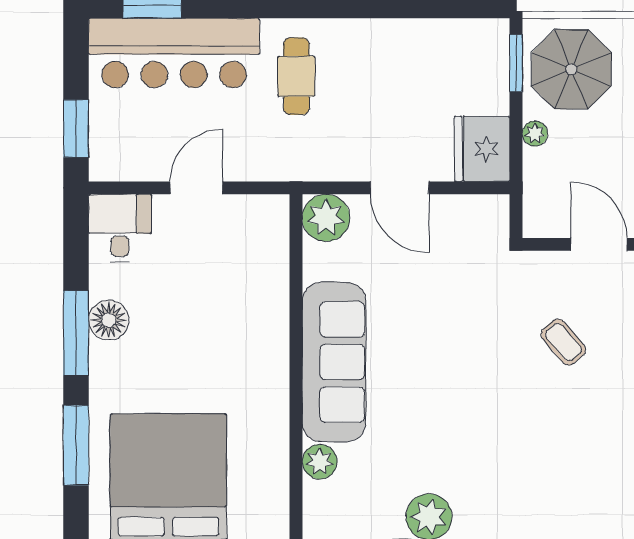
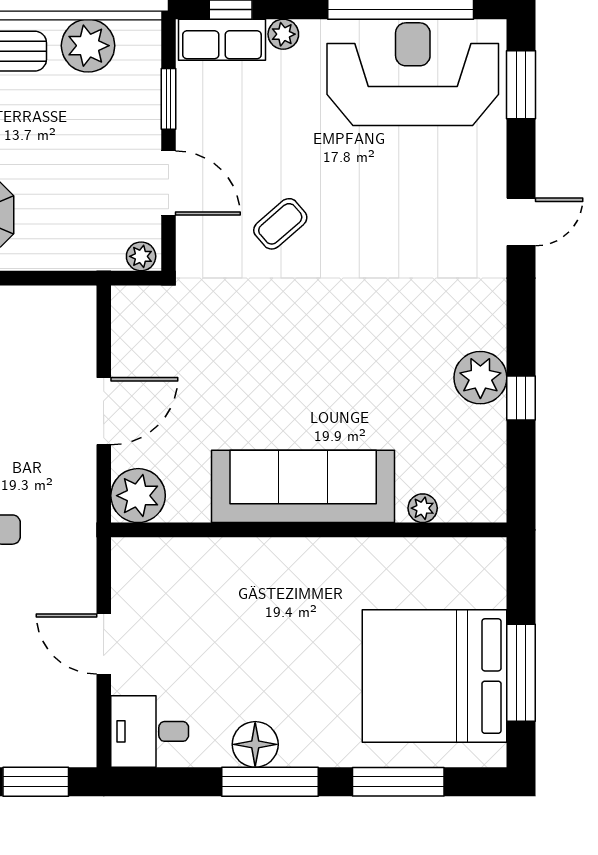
plant: (535, 134) -> (141, 256), moved
fridge: (482, 149) -> (59, 317), removed
door: (599, 244) -> (168, 183), swing flipped
plant: (320, 462) -> (423, 508), width x0.73, depth x0.73

